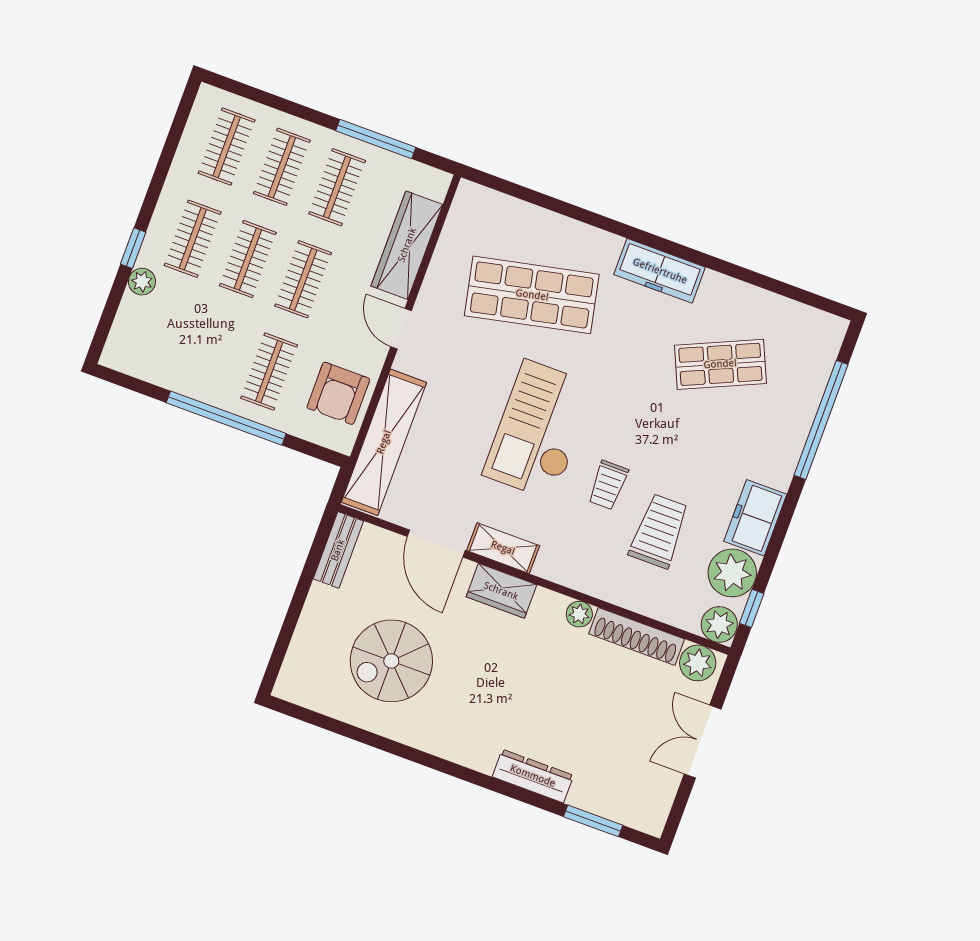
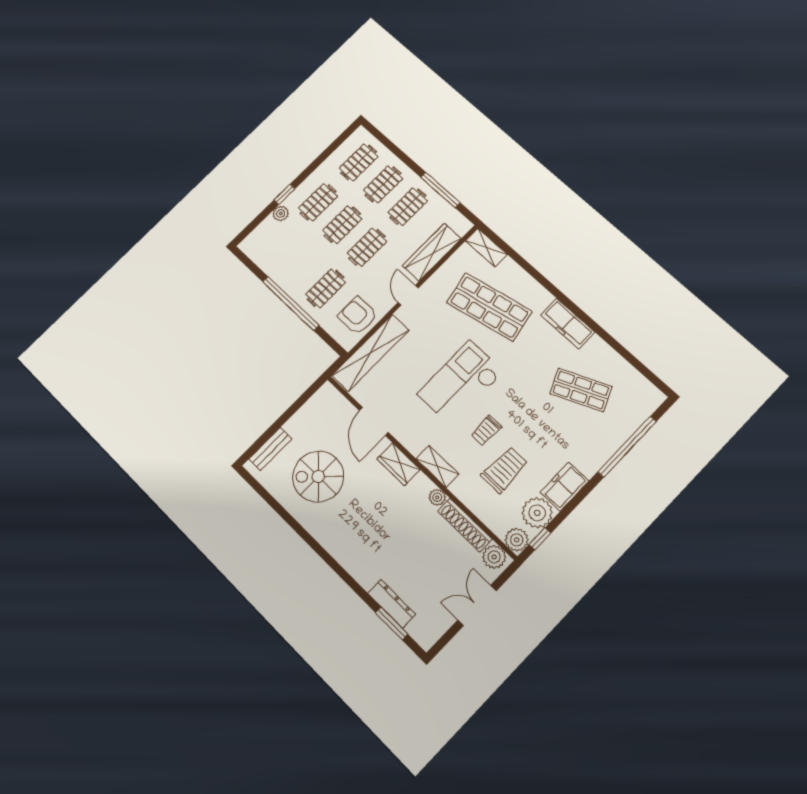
shelving: (487, 203) -> (486, 248), added
armchair: (338, 393) -> (358, 316), turned 90
shelving: (503, 548) -> (437, 466), moved
bench: (338, 550) -> (270, 449), moved
dresser: (533, 776) -> (392, 604), moved

